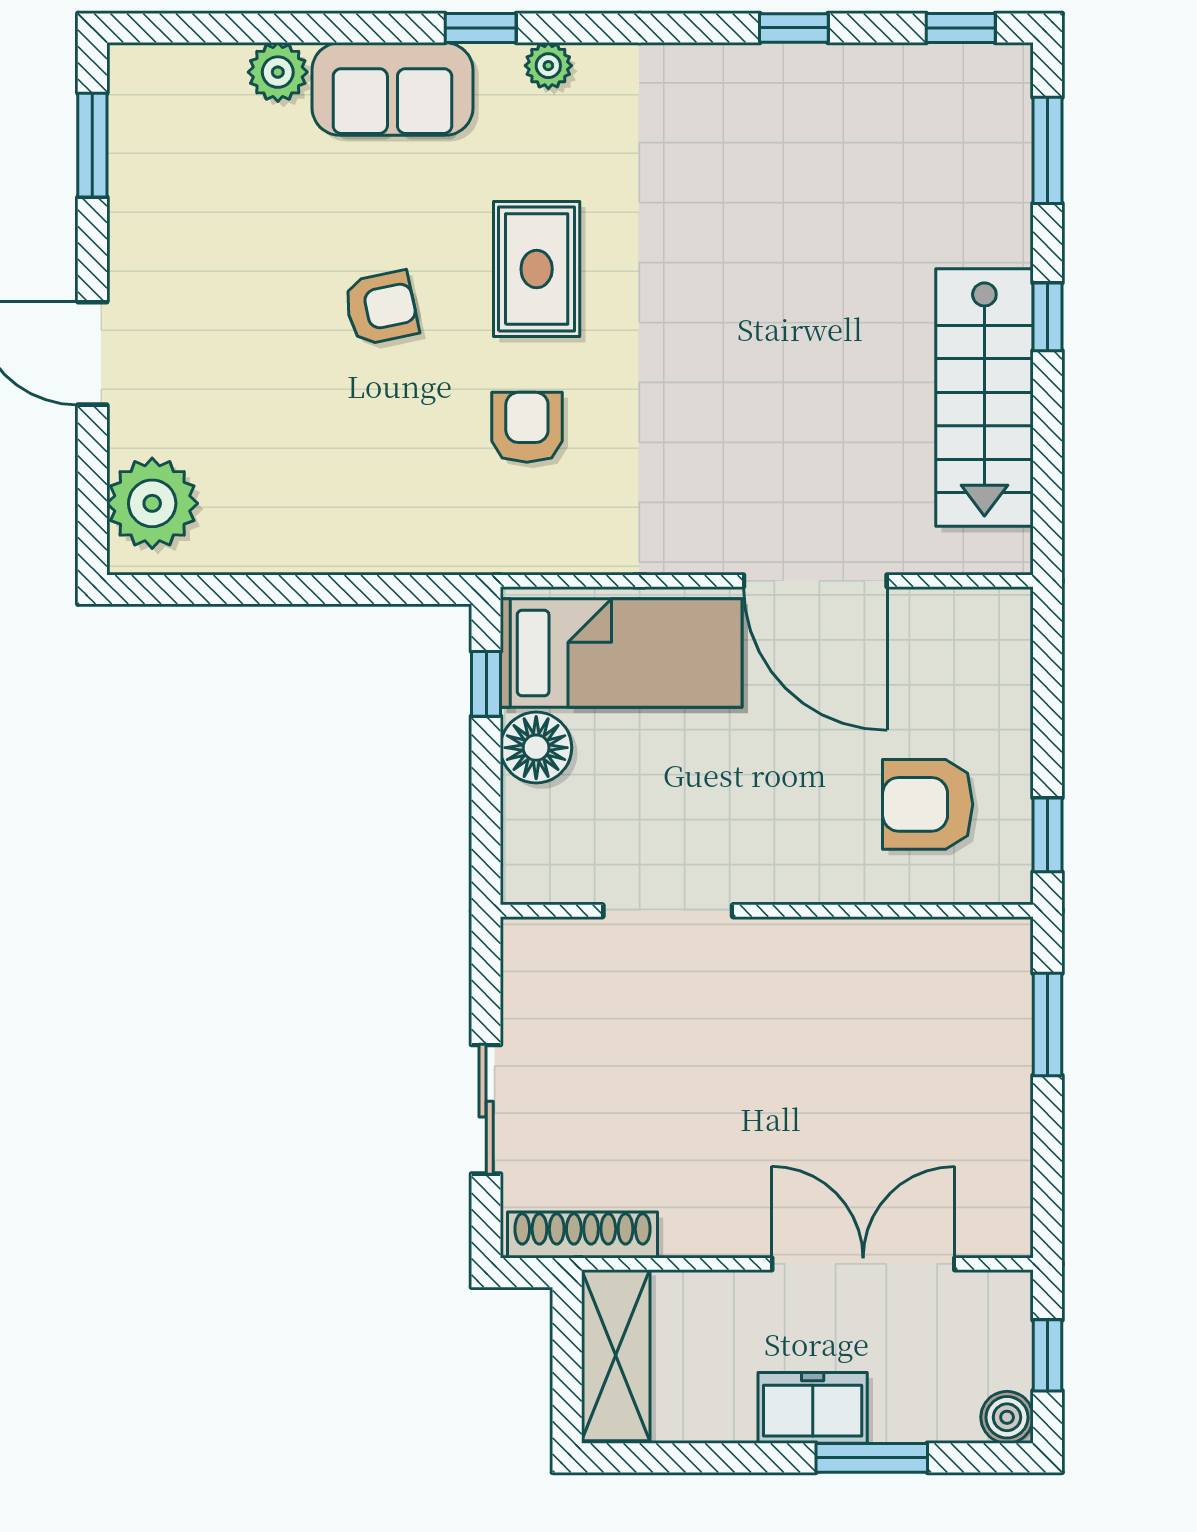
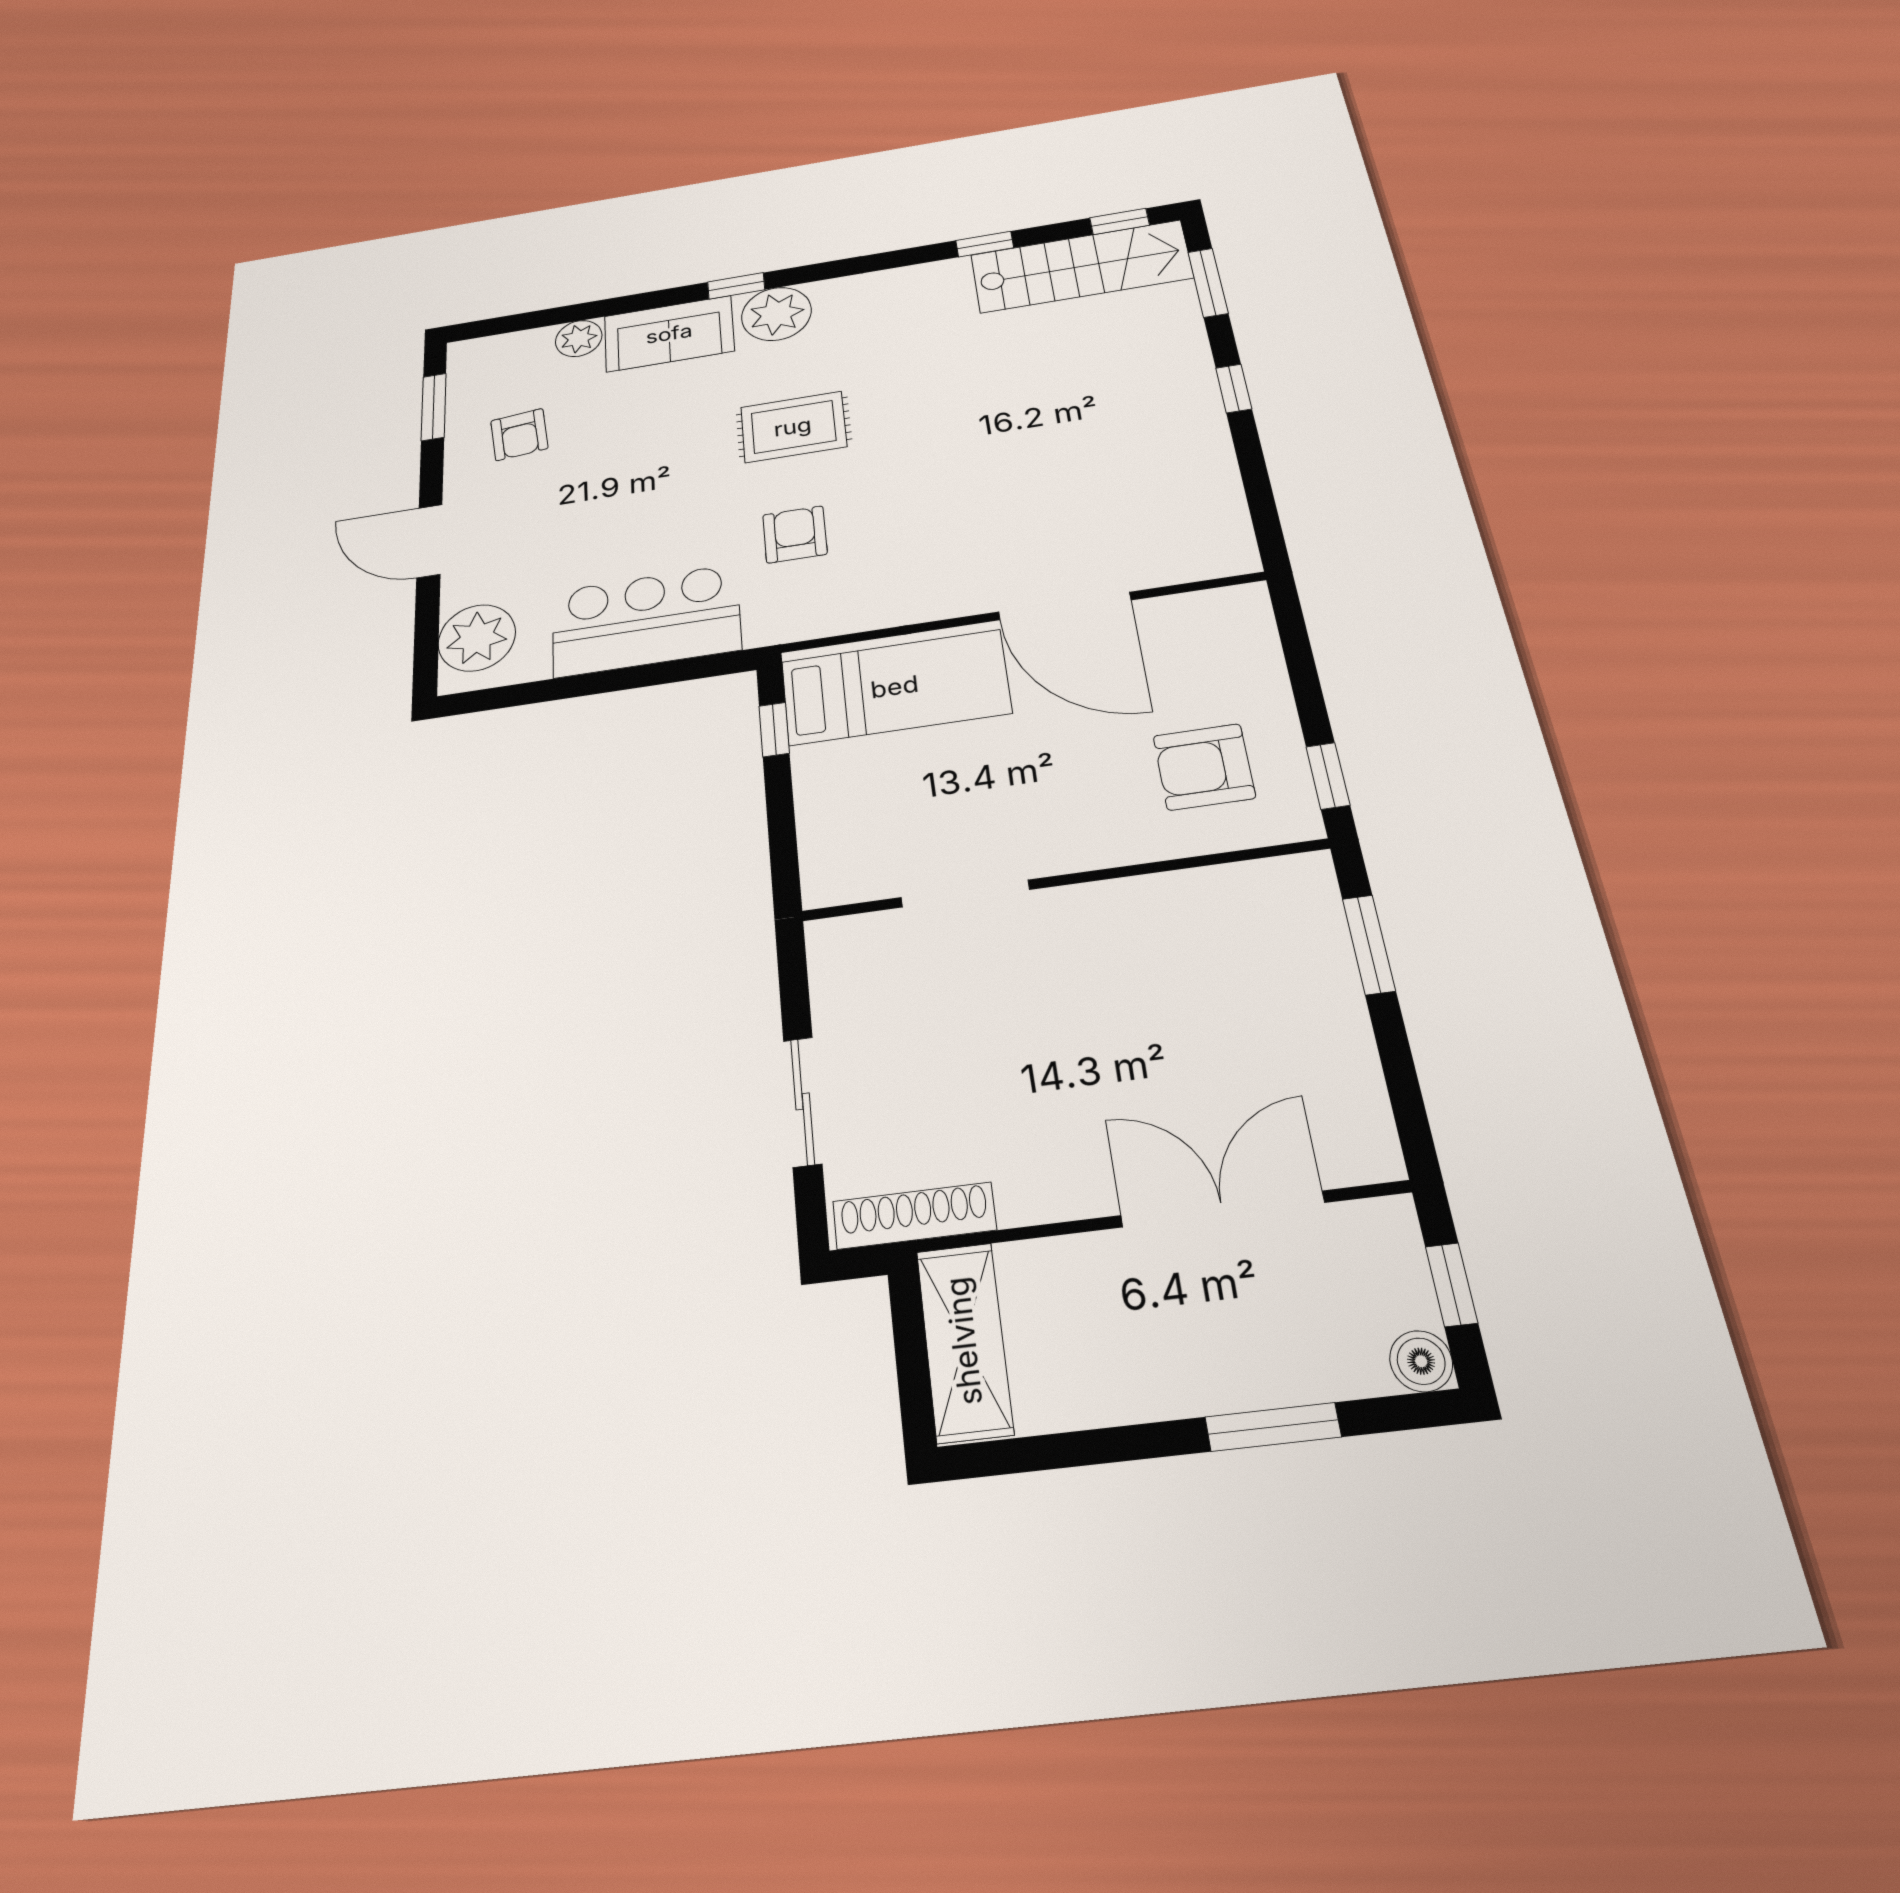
plant: (548, 66) -> (776, 314), width x1.88, depth x1.88
rug: (537, 269) -> (793, 427), turned 90
armchair: (381, 308) -> (519, 435), moved, turned 96
stairs: (984, 398) -> (1081, 266), moved, turned -90
bar counter: (349, 515) -> (646, 621), added
floor lamp: (536, 748) -> (824, 774), removed
freezer: (813, 1408) -> (1194, 1376), removed

